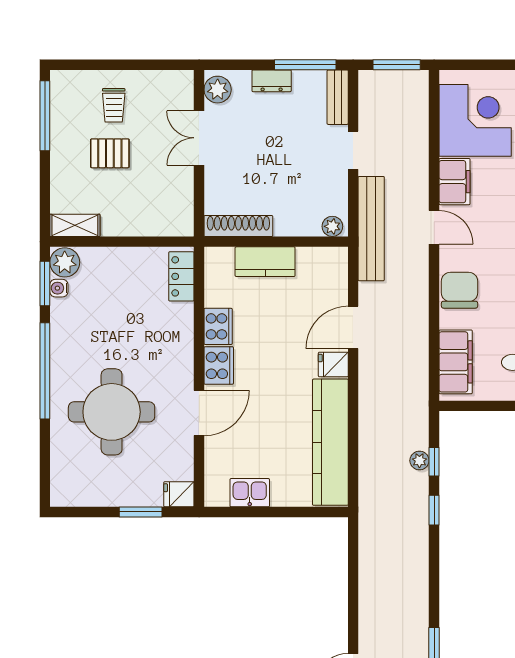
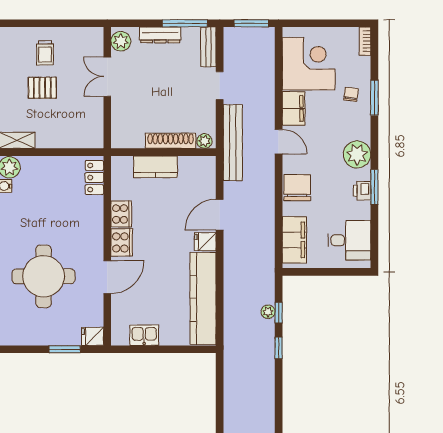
dresser: (272, 81) -> (160, 35), width x1.44
shoe rack: (238, 226) -> (171, 141), moved

